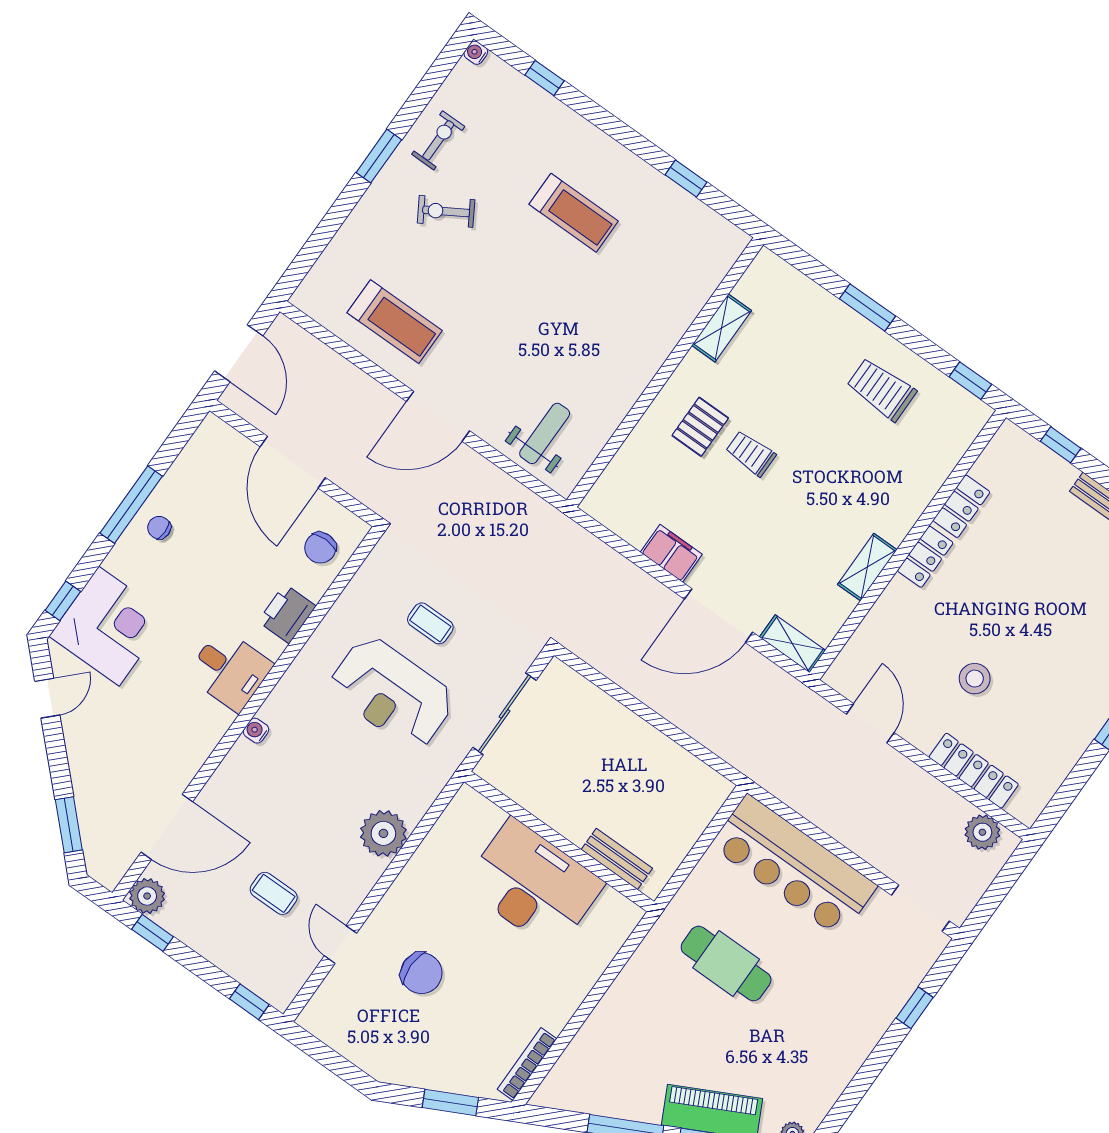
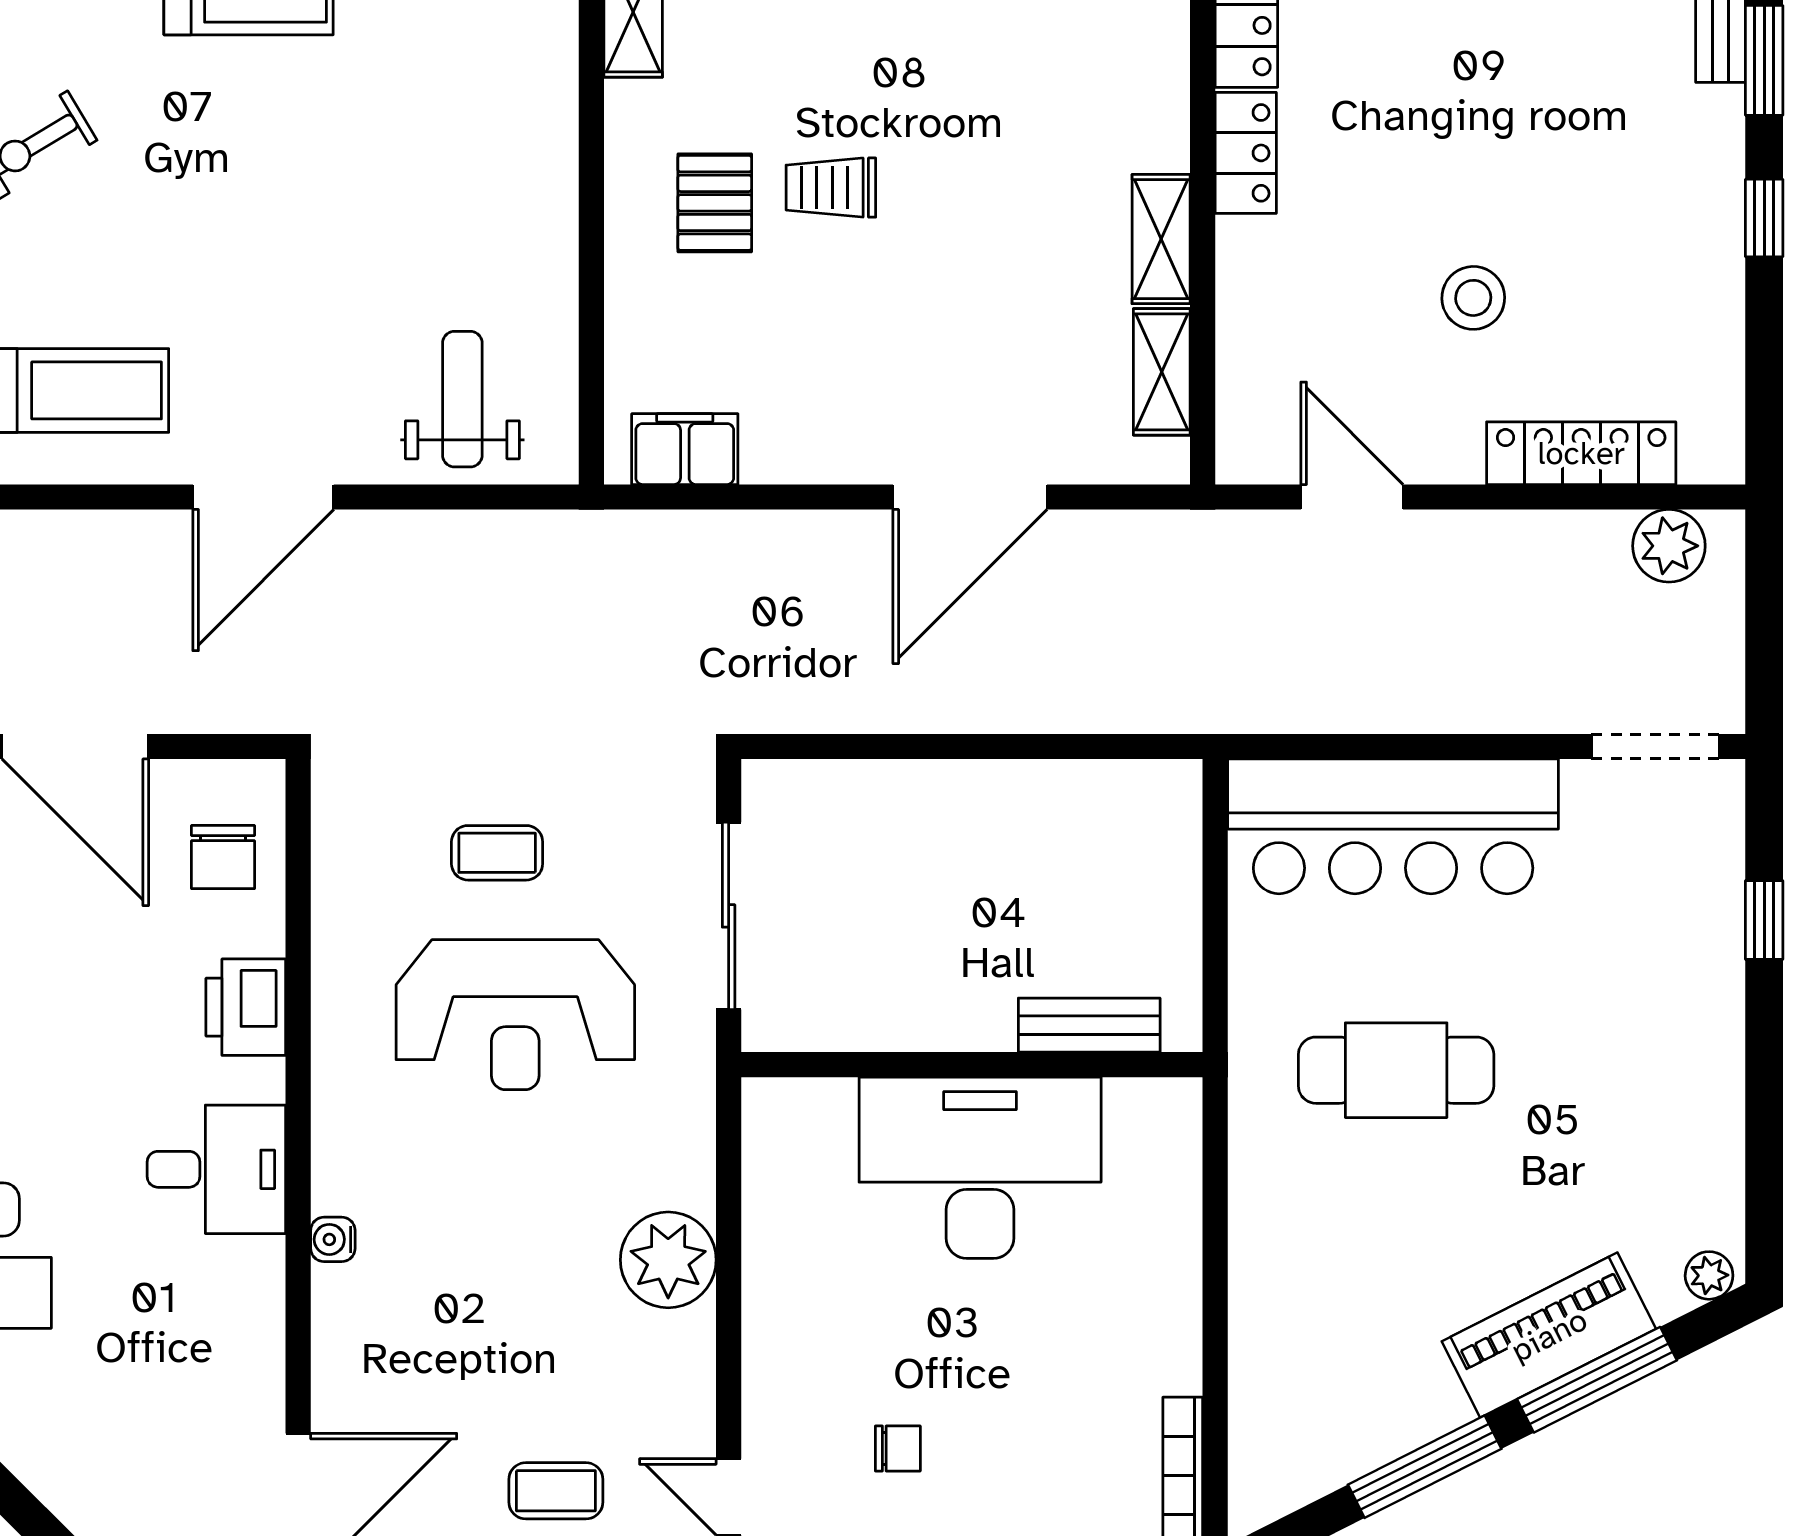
filing cabinet: (671, 553) -> (685, 449), moved
shelving: (793, 644) -> (1162, 372), moved, turned 90
chair: (421, 973) -> (898, 1449), width x0.54, depth x0.54

